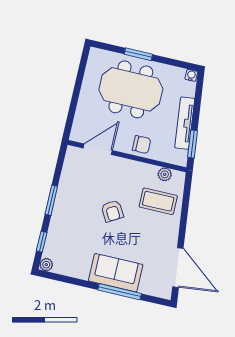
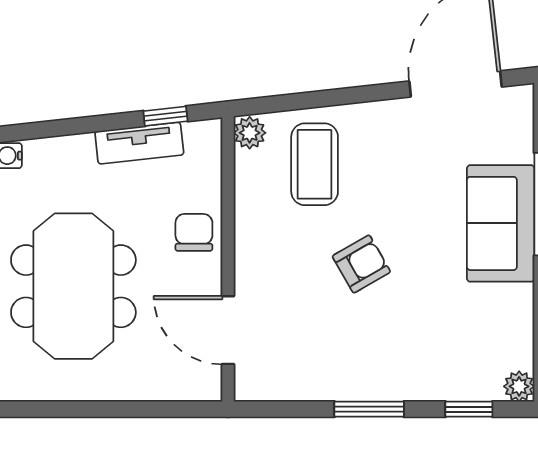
tv unit: (185, 123) -> (139, 143), width x0.71
window: (193, 144) -> (165, 116), width x0.67
plant: (165, 174) -> (250, 133), moved

